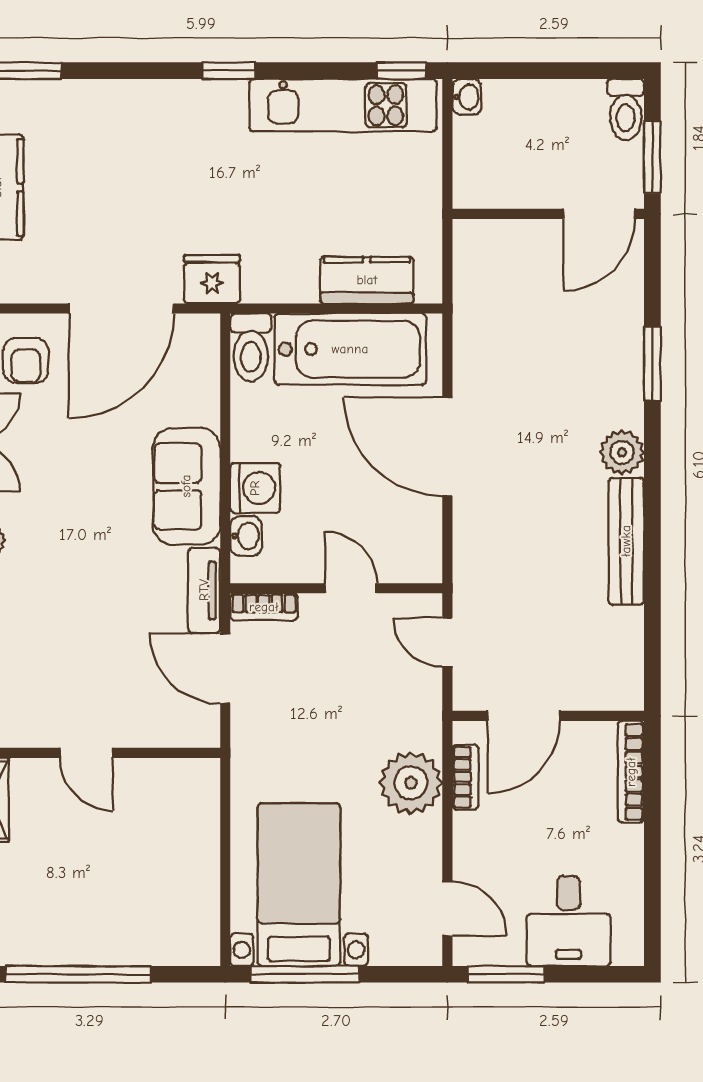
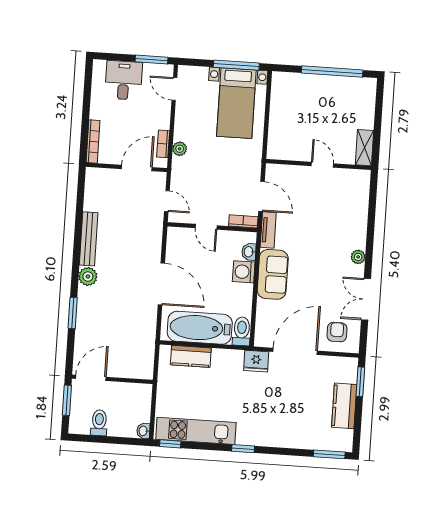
toilet: (626, 109) -> (99, 423), moved
plant: (411, 783) -> (180, 149), width x0.53, depth x0.53

